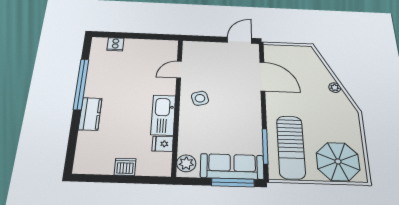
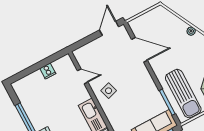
cooker: (115, 44) -> (48, 71), moved
door: (179, 70) -> (83, 76), swing flipped

